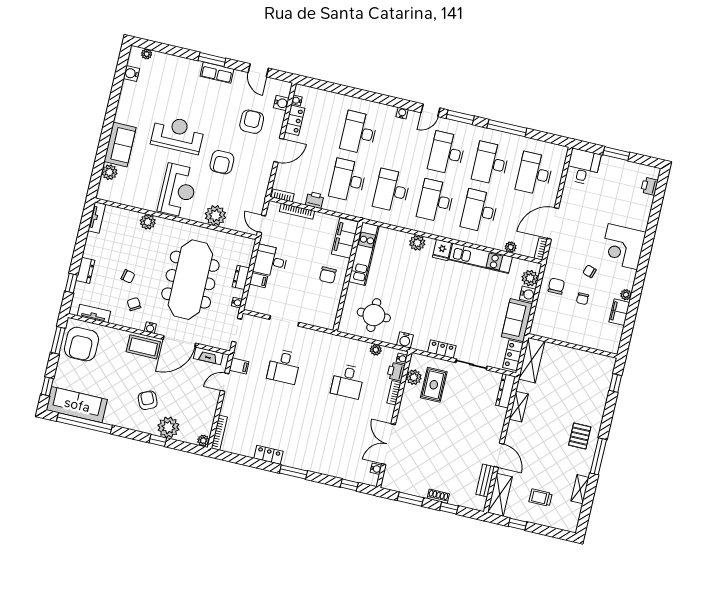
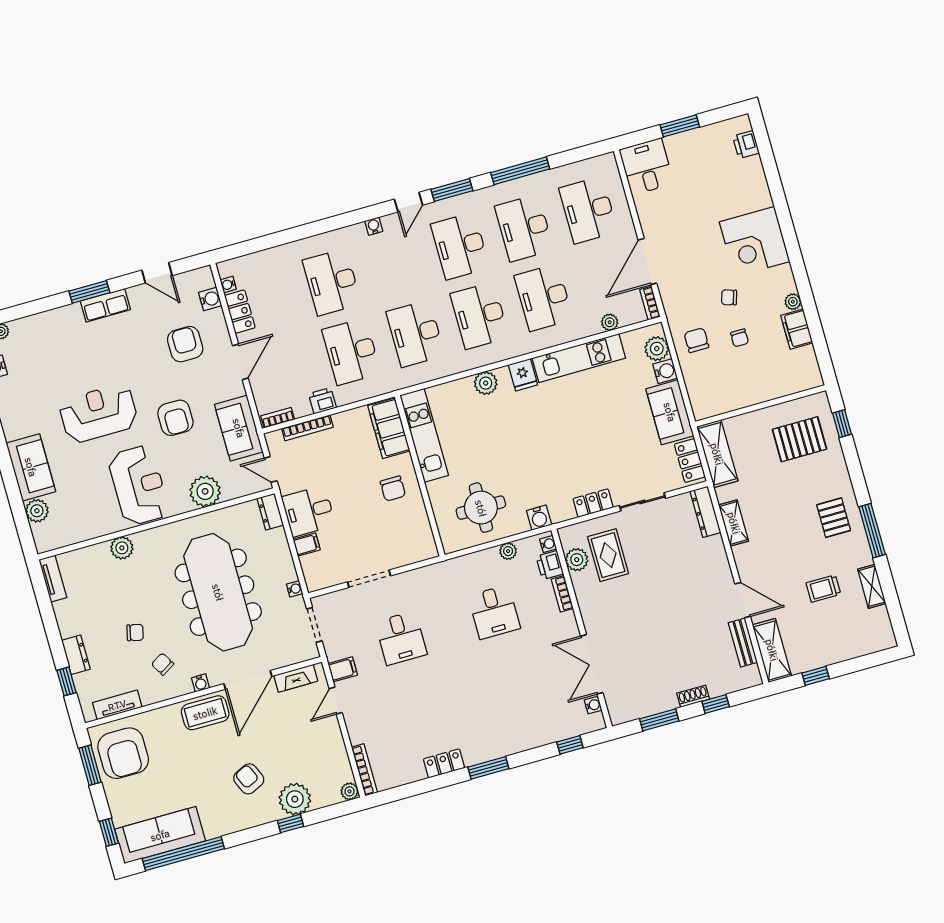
sofa: (256, 189) -> (239, 428), added
dresser: (241, 277) -> (270, 512), moved
pallet: (585, 378) -> (799, 439), added
trolley: (541, 498) -> (823, 589), moved

